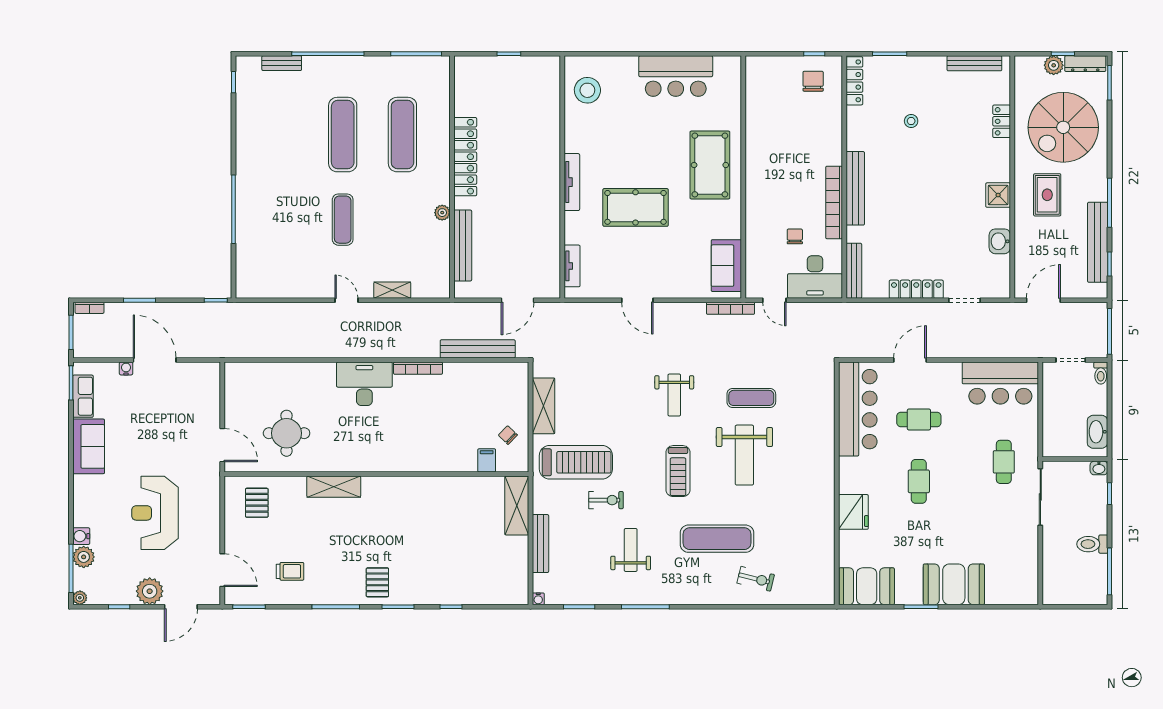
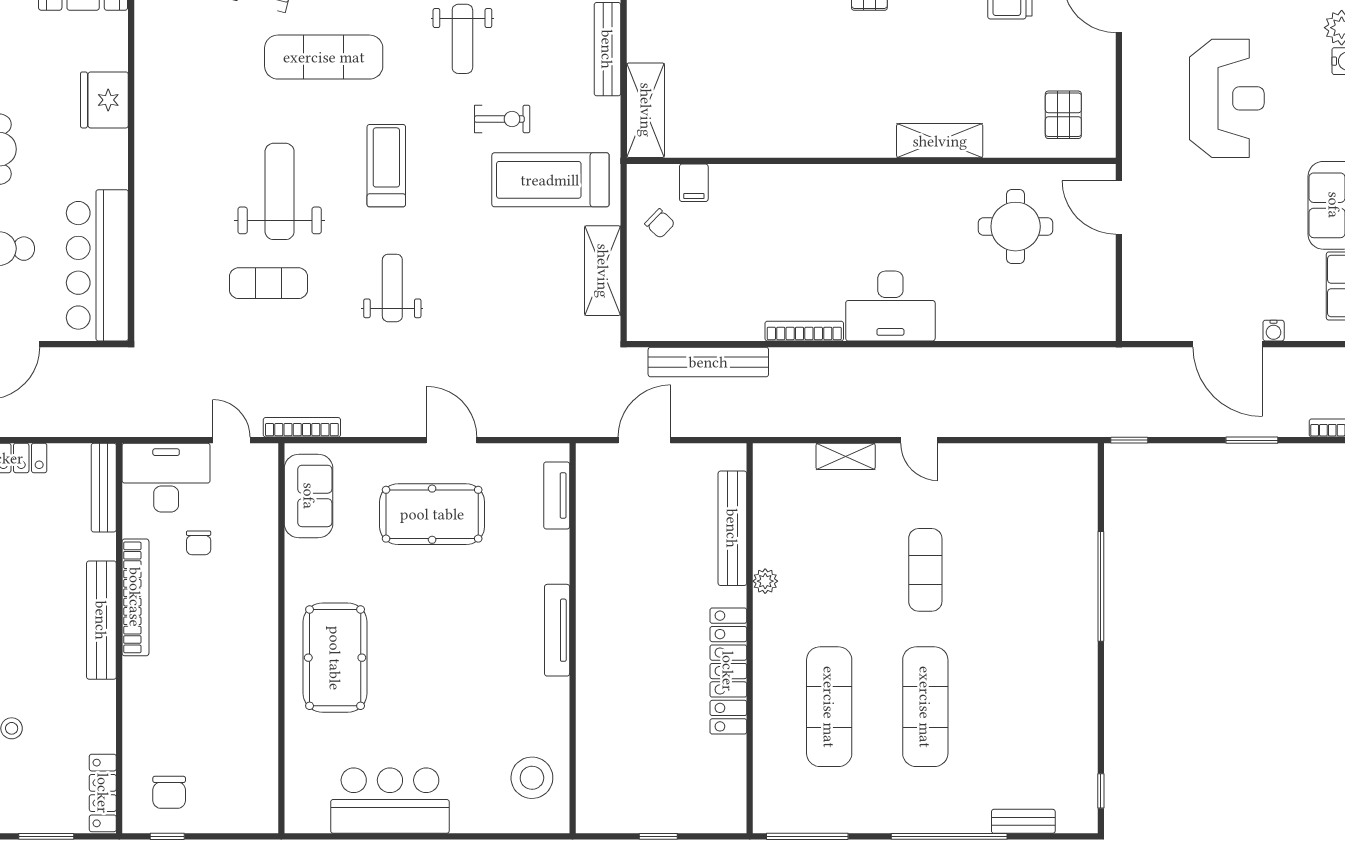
pool table: (636, 207) -> (432, 514), moved
exercise bike: (606, 500) -> (502, 119), turned 180

